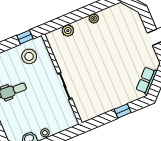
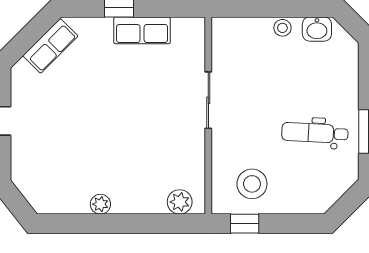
plant: (68, 31) -> (180, 202), moved
row of seats: (108, 105) -> (142, 30), added

